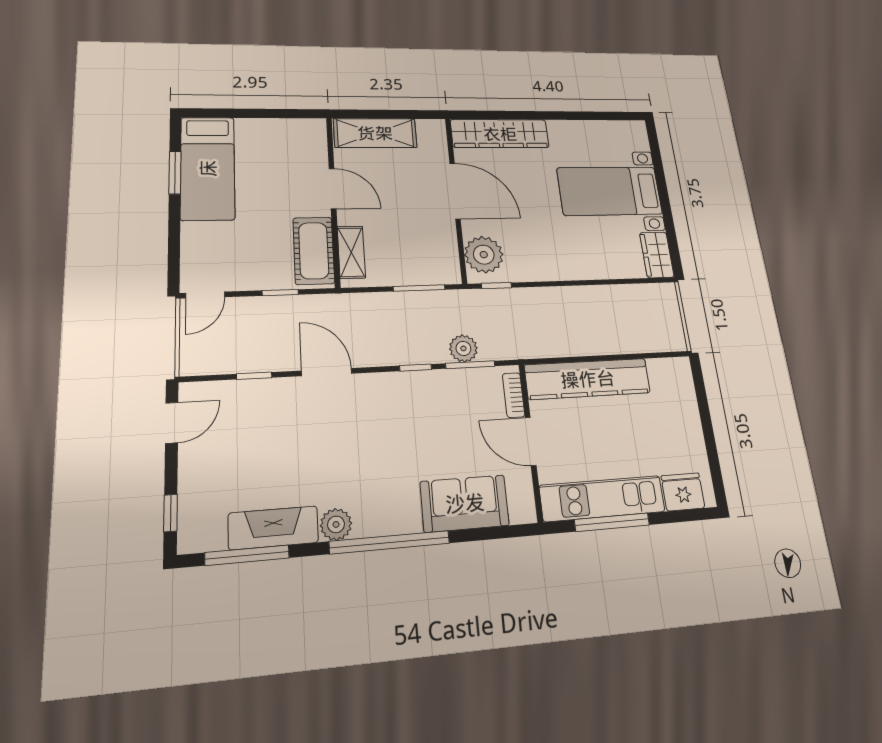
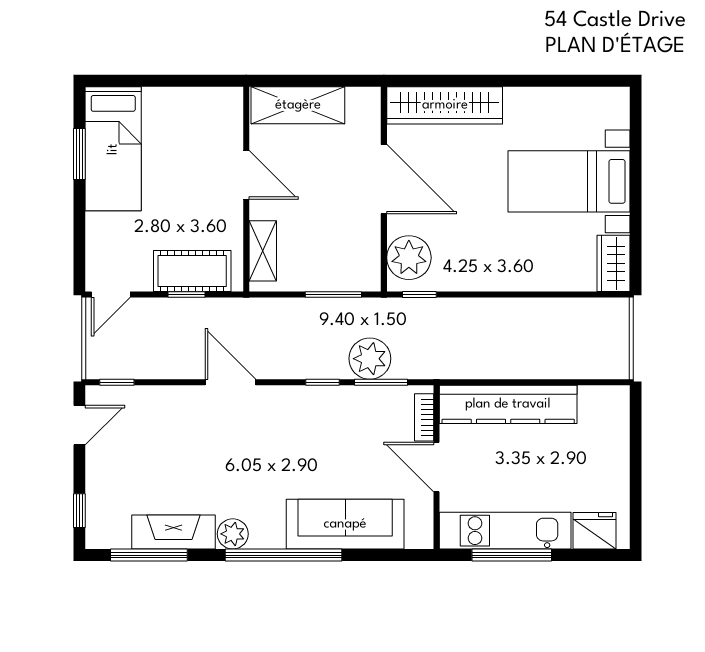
cot: (314, 251) -> (192, 271), moved, turned 90
plant: (463, 348) -> (370, 359), width x1.36, depth x1.36
window: (254, 376) -> (117, 382), moved
sofa: (465, 503) -> (345, 524), width x1.36

